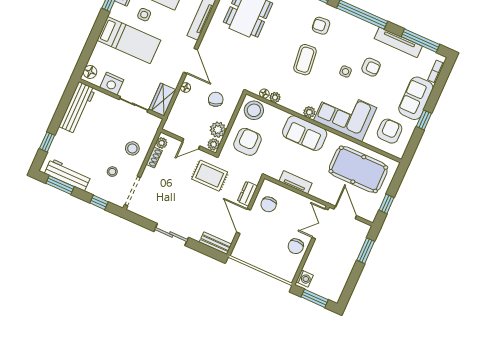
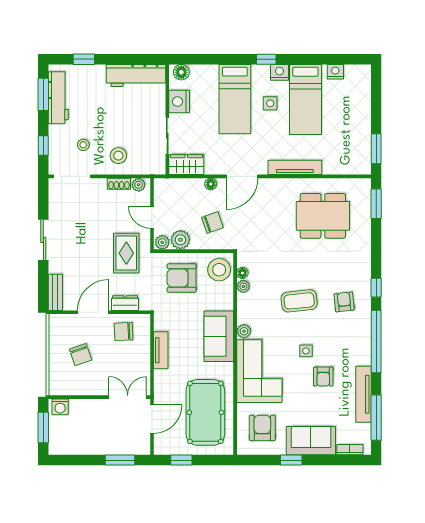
armchair: (390, 131) -> (262, 428), turned -90
armchair: (247, 142) -> (182, 278), turned 180
chair: (296, 246) -> (81, 355), moved, turned -109

